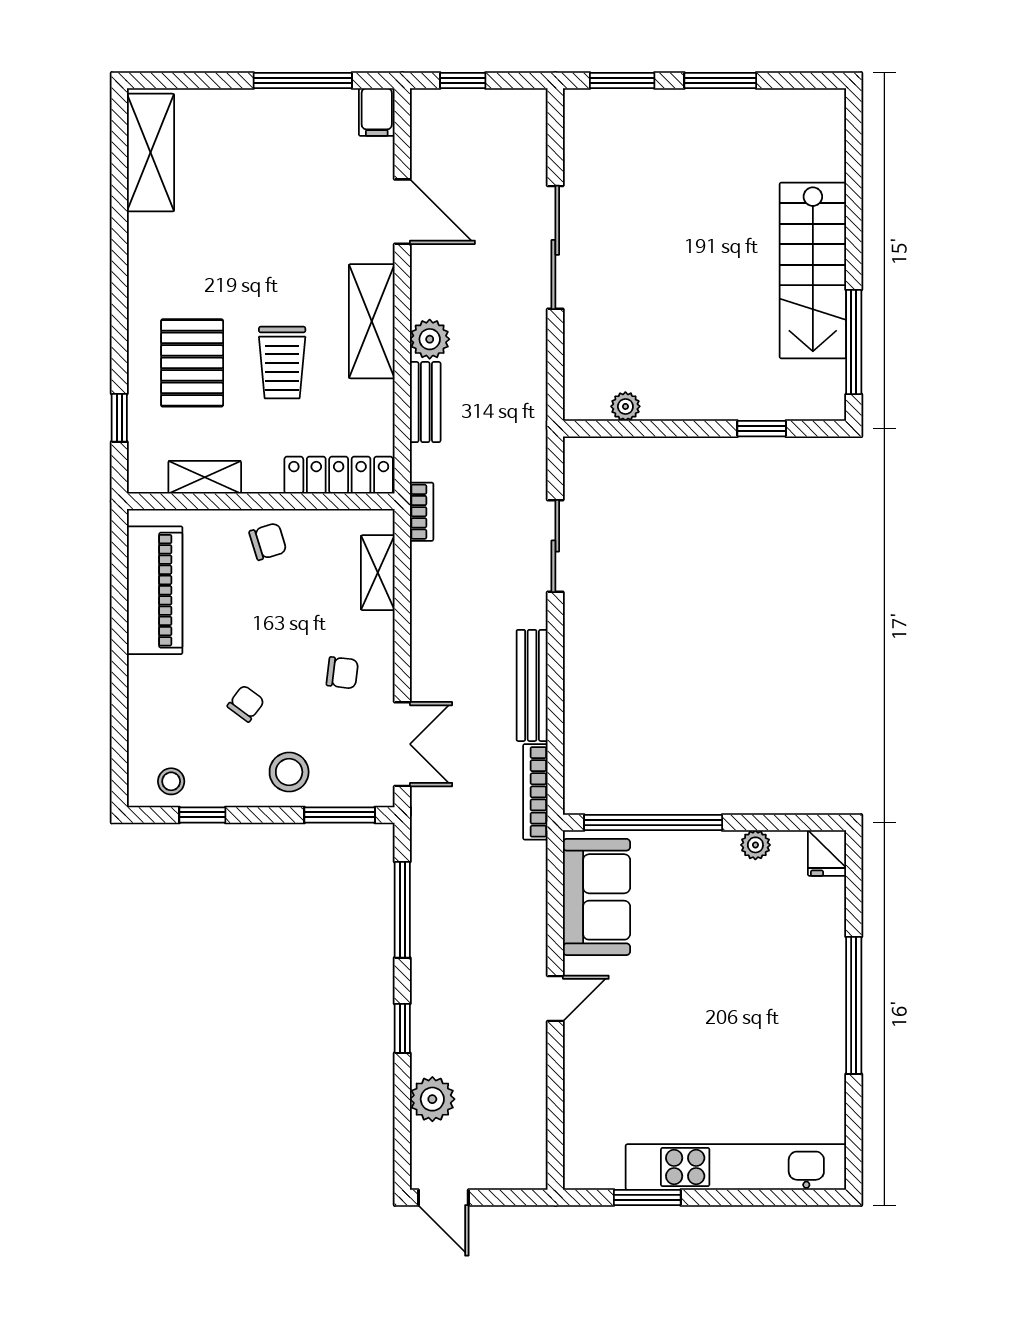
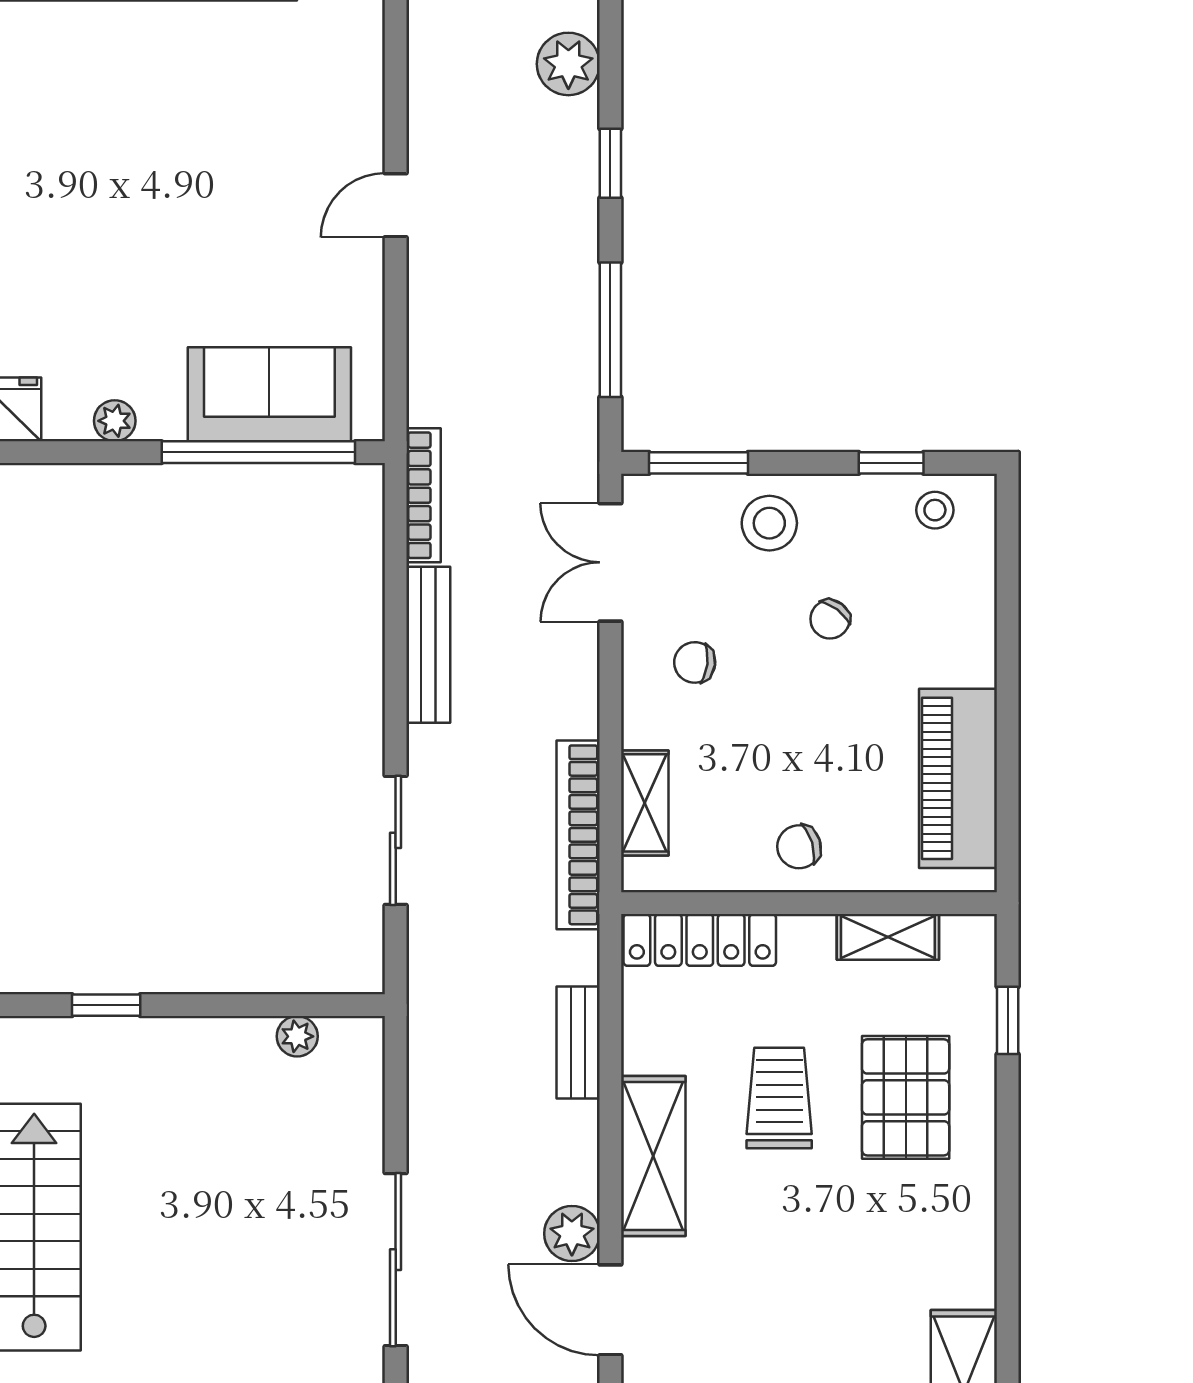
plant: (430, 339) -> (572, 1234), moved
bookcase: (422, 512) -> (578, 835), width x2.31, depth x1.31
sofa: (597, 897) -> (269, 394), moved, turned 90

